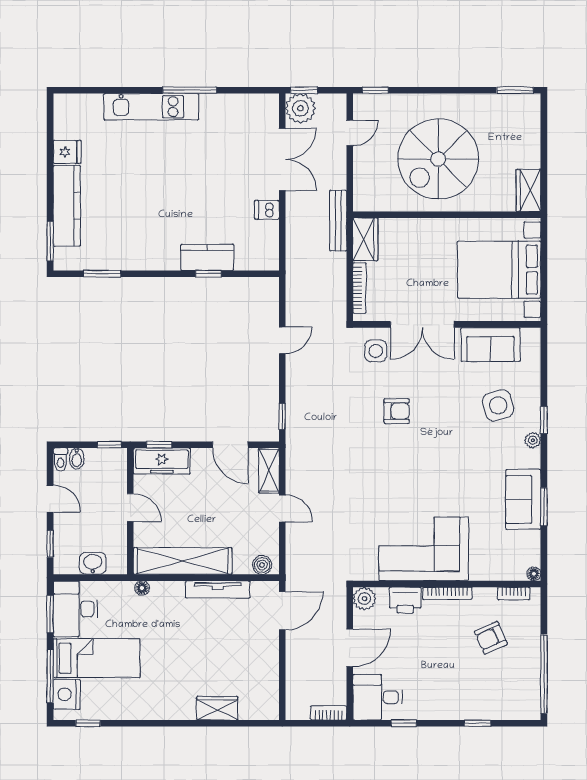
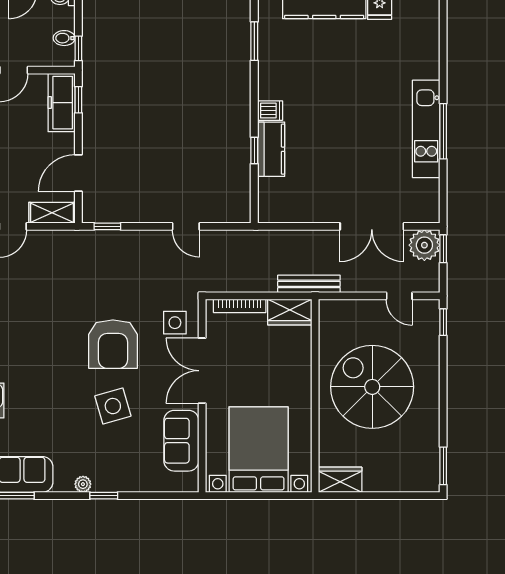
kitchen unit: (151, 107) -> (426, 129), moved
dishwasher: (267, 210) -> (270, 111), moved, turned 90
side table: (498, 405) -> (113, 406), moved
armchair: (397, 411) -> (113, 344), width x1.88, depth x1.88
bidet: (77, 459) -> (64, 38), moved

